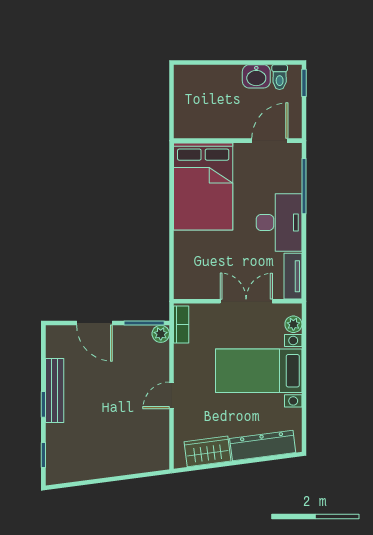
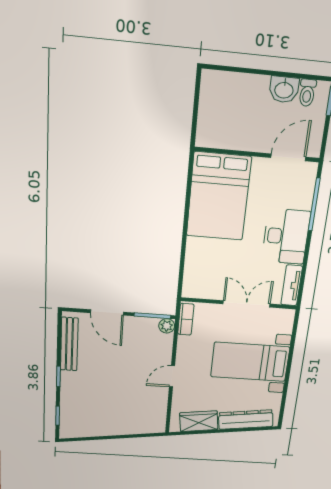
plant: (293, 324) -> (286, 326), removed
bench: (55, 391) -> (69, 344), moved

